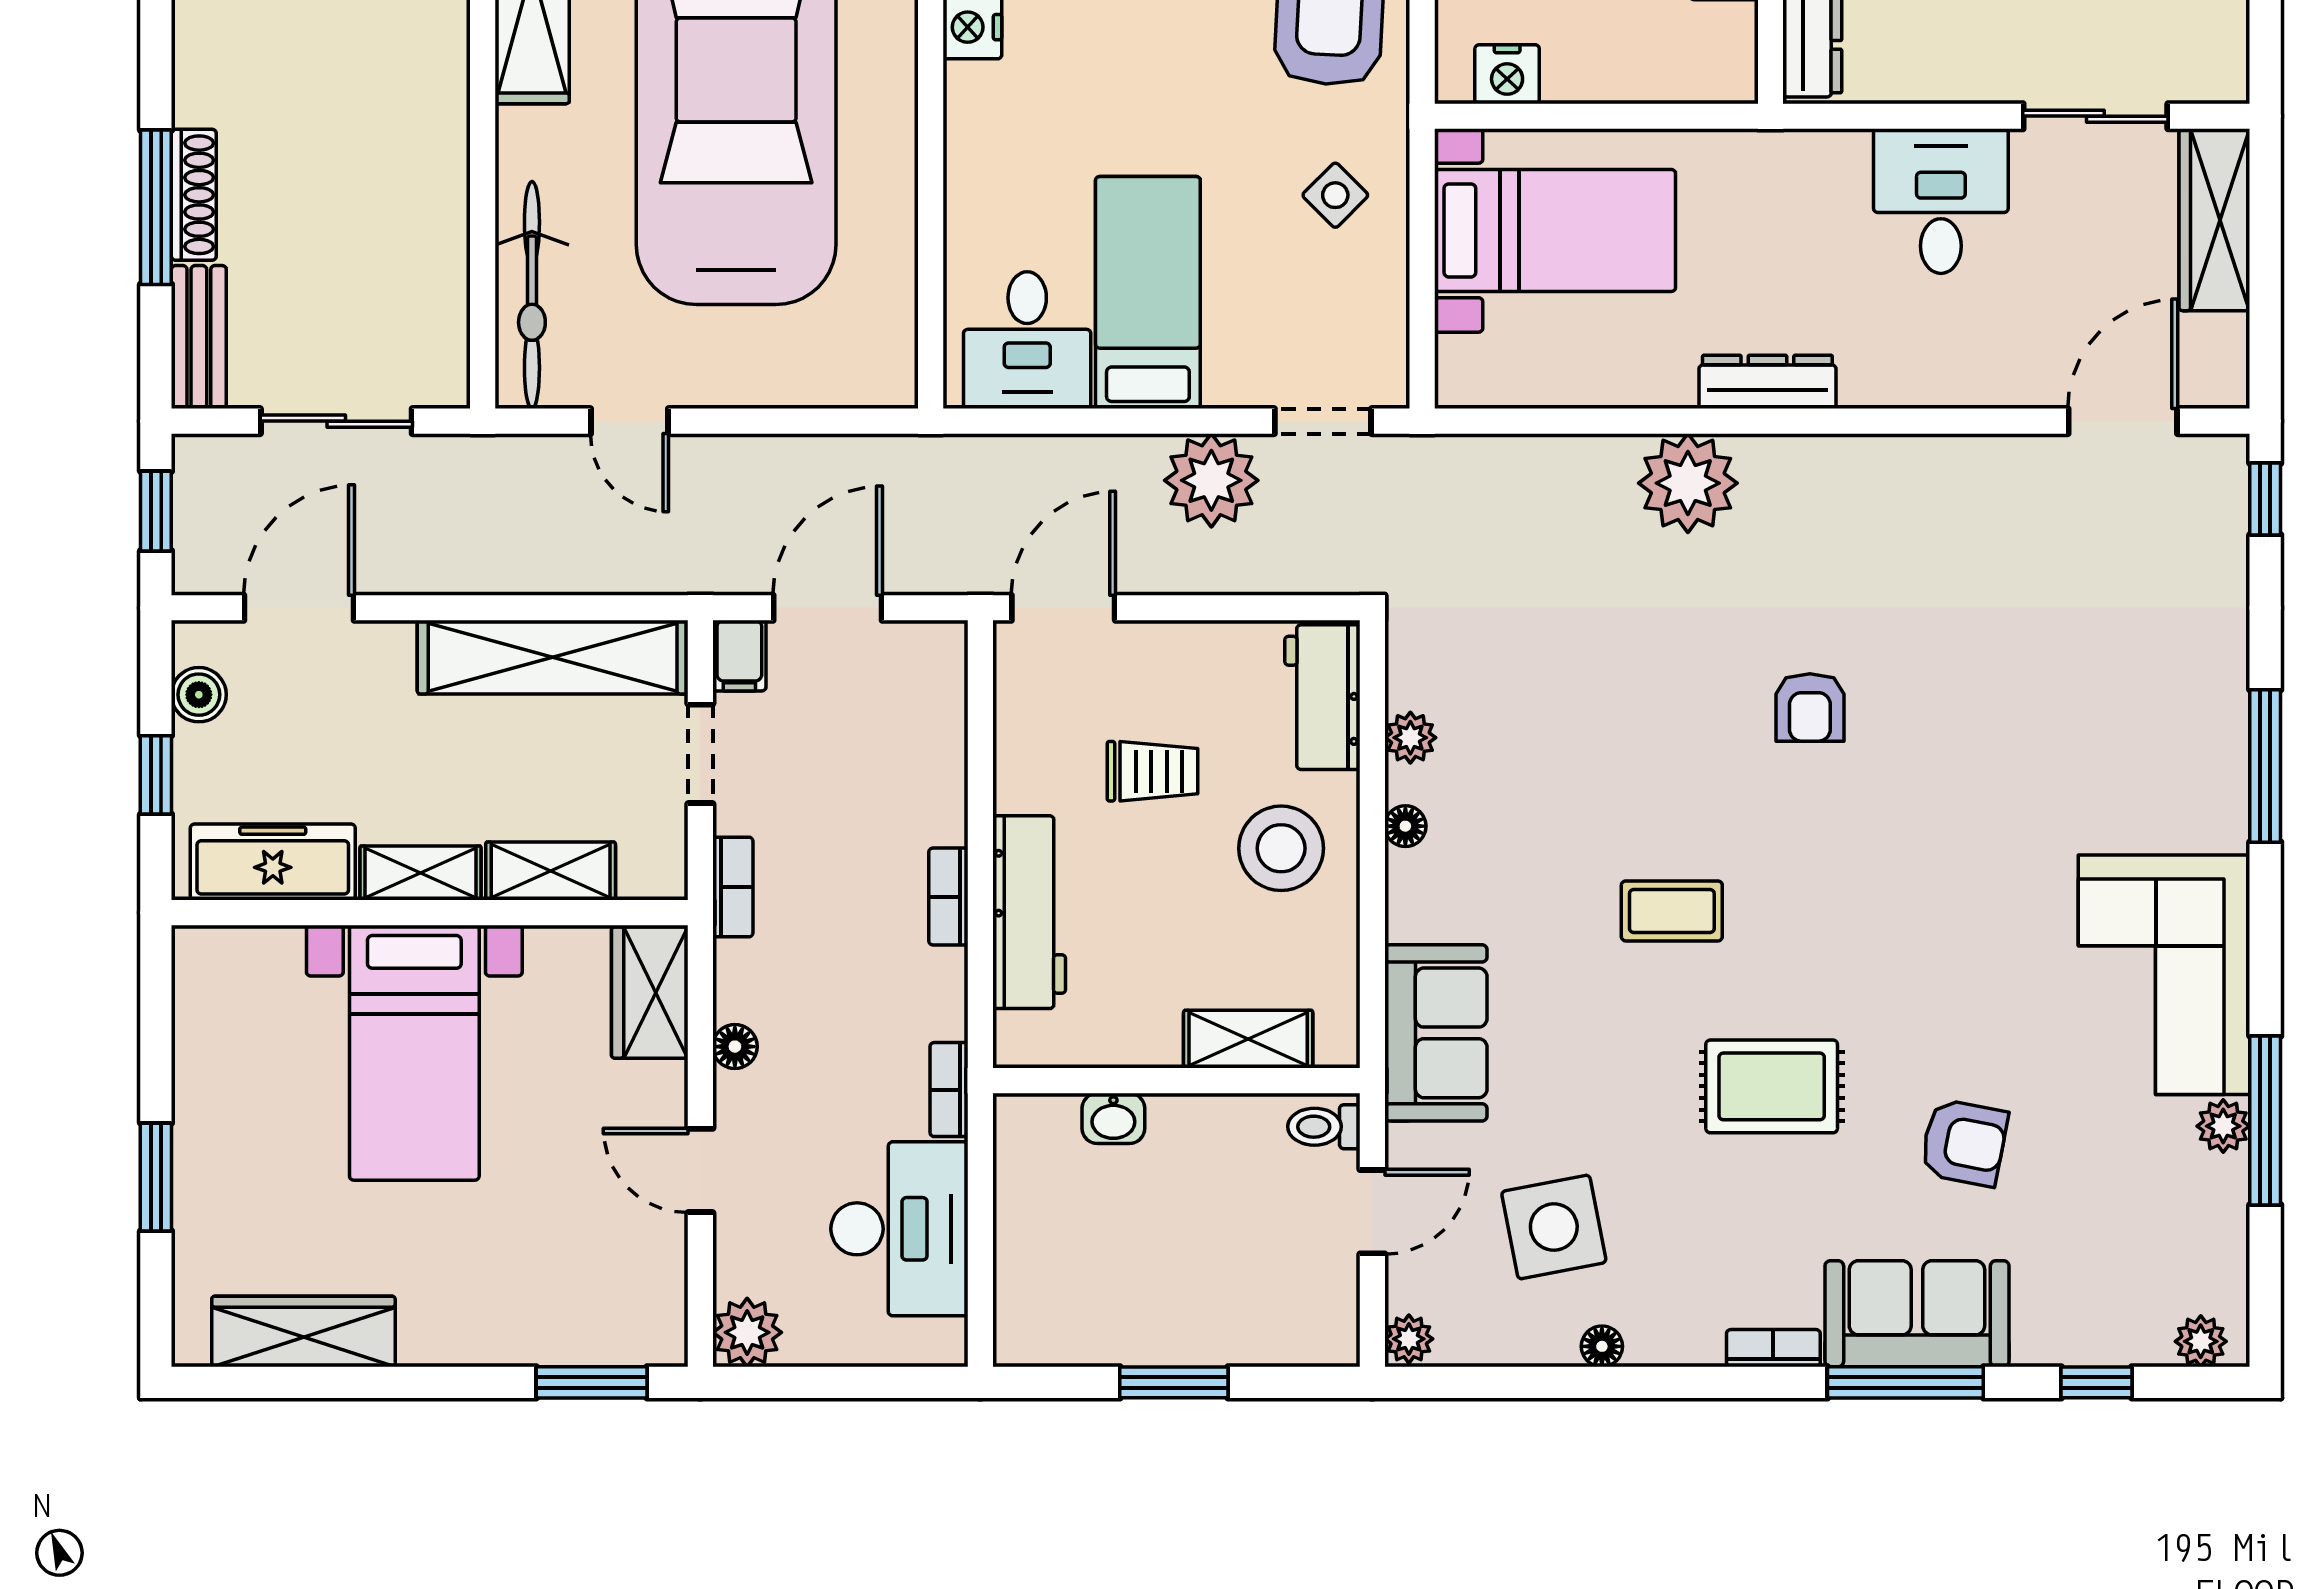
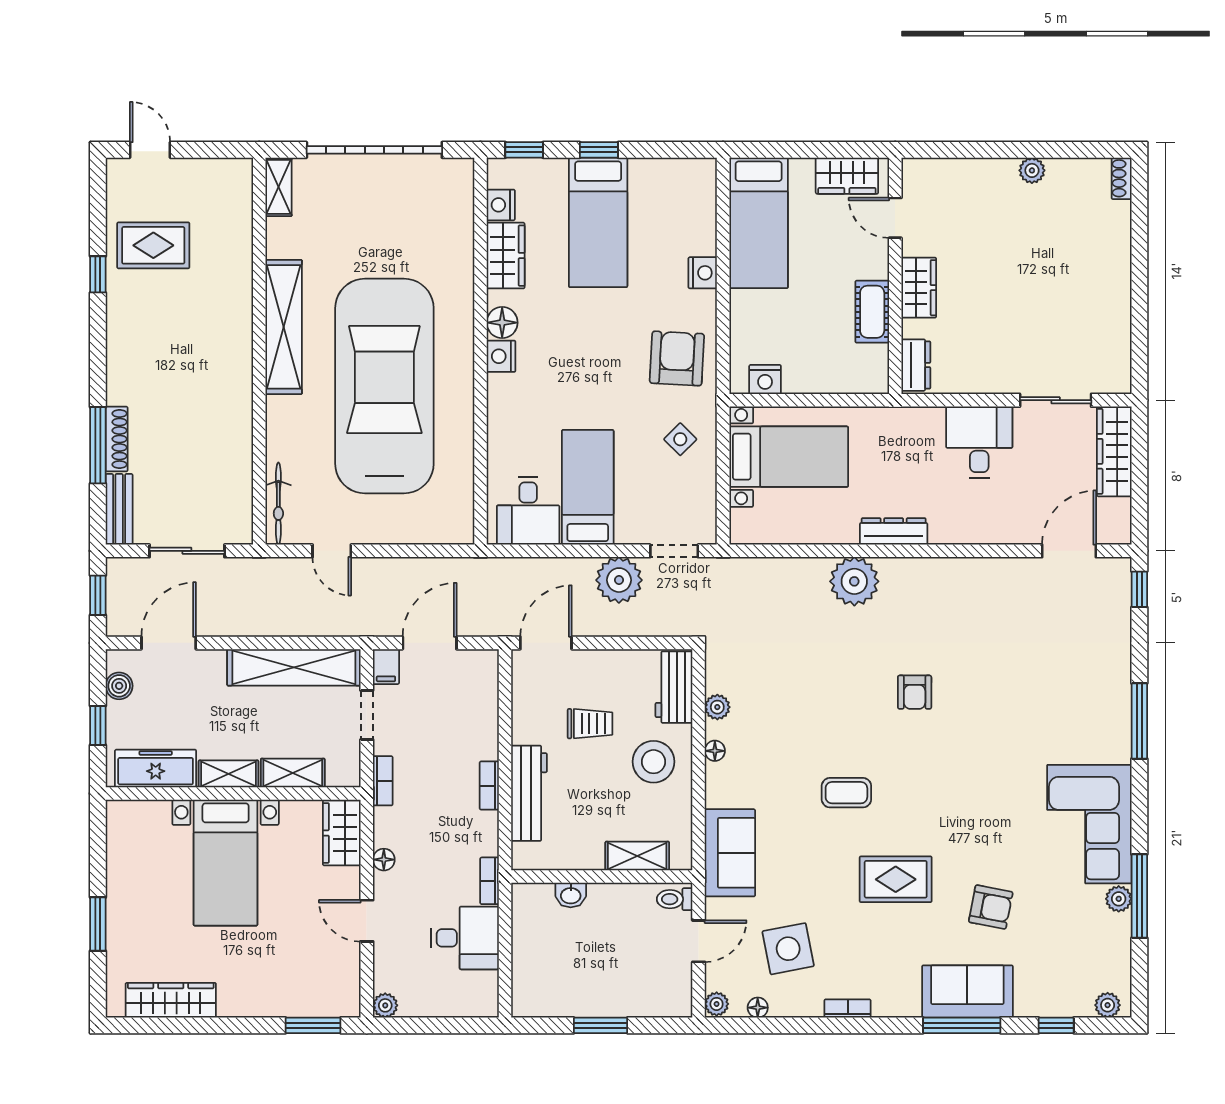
bicycle: (532, 295) -> (278, 504), width x0.73, depth x0.71
desk: (899, 1229) -> (465, 938), width x0.73
plant: (747, 1332) -> (385, 1005), width x0.73, depth x0.73
floor lamp: (1602, 1346) -> (758, 1008), moved
bookcase: (1773, 1348) -> (848, 1009), moved

